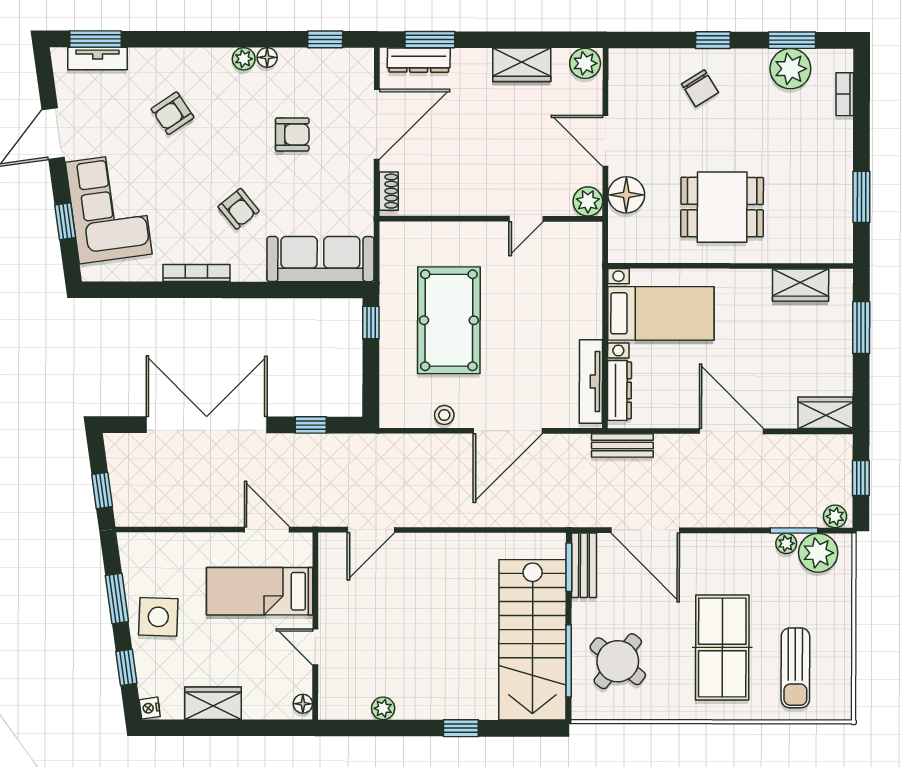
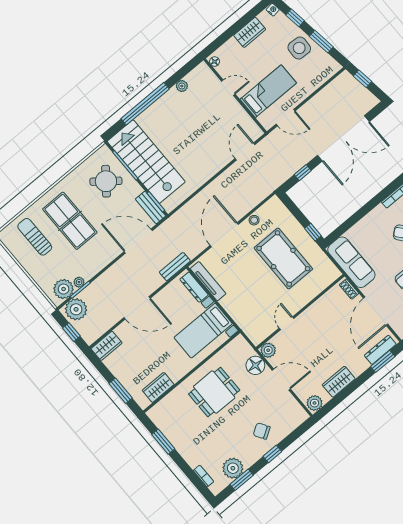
sofa: (320, 259) -> (351, 262), moved, turned -90
plant: (835, 516) -> (76, 309), width x1.88, depth x1.88
window: (461, 728) -> (145, 104), width x3.17

